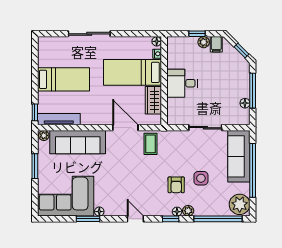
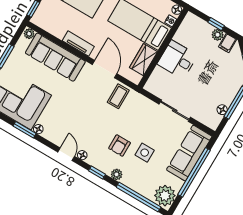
tv unit: (59, 119) -> (78, 44), moved, width x0.71
floor lamp: (177, 212) -> (82, 155), moved

